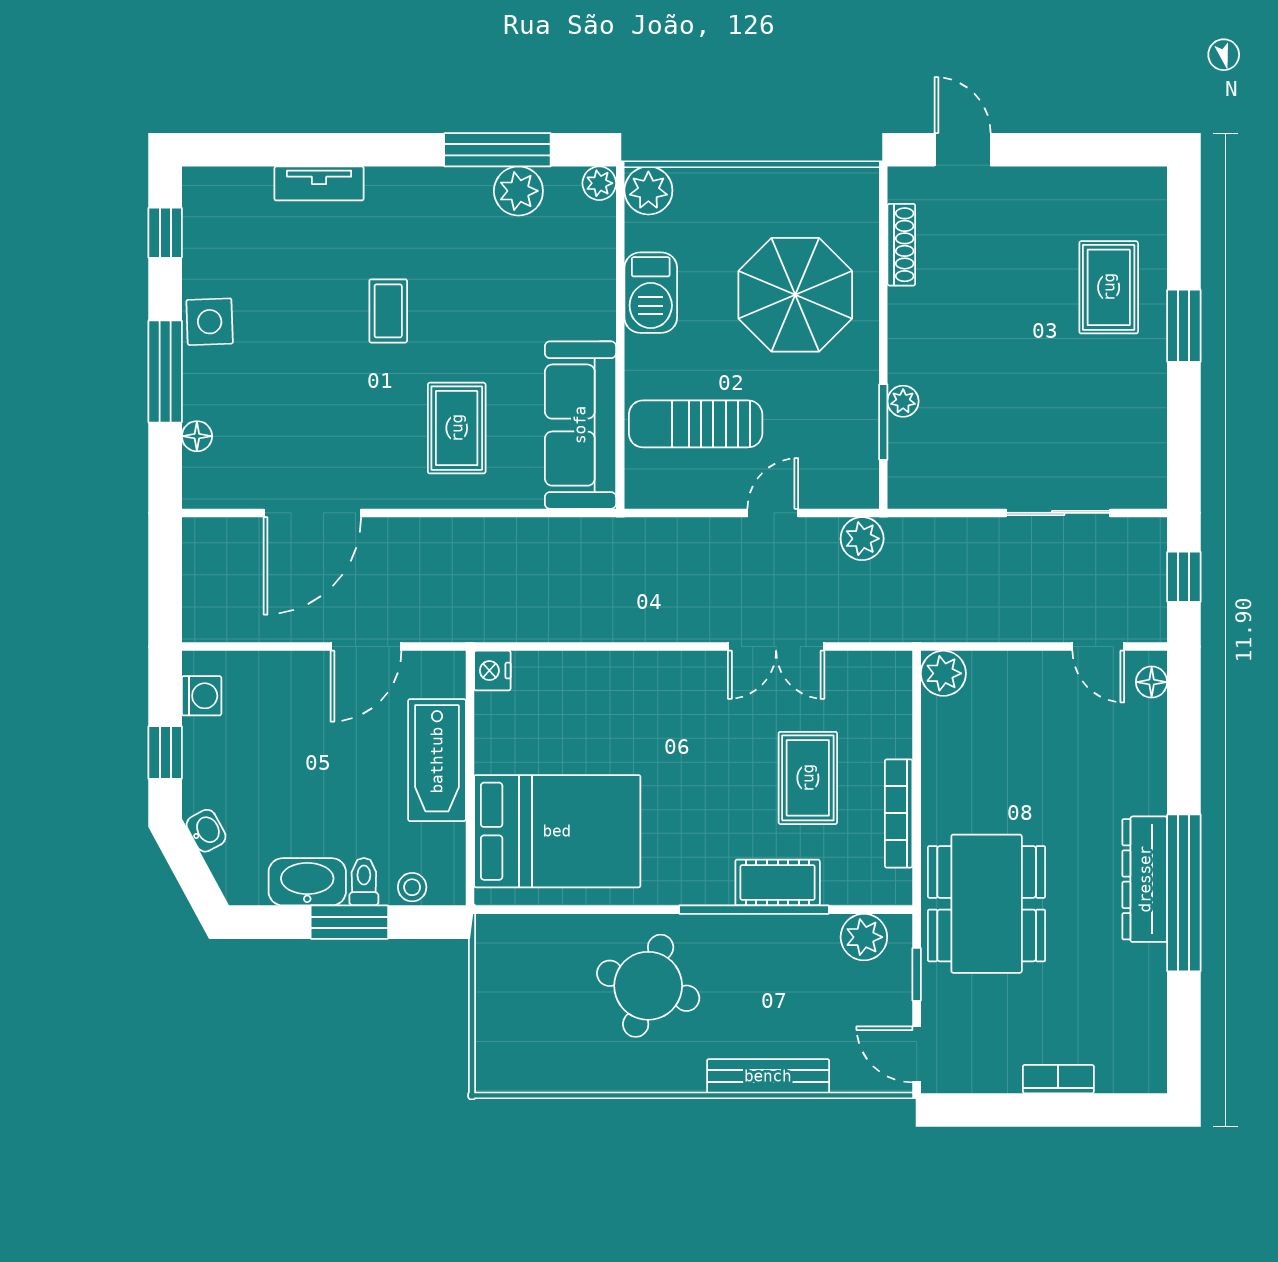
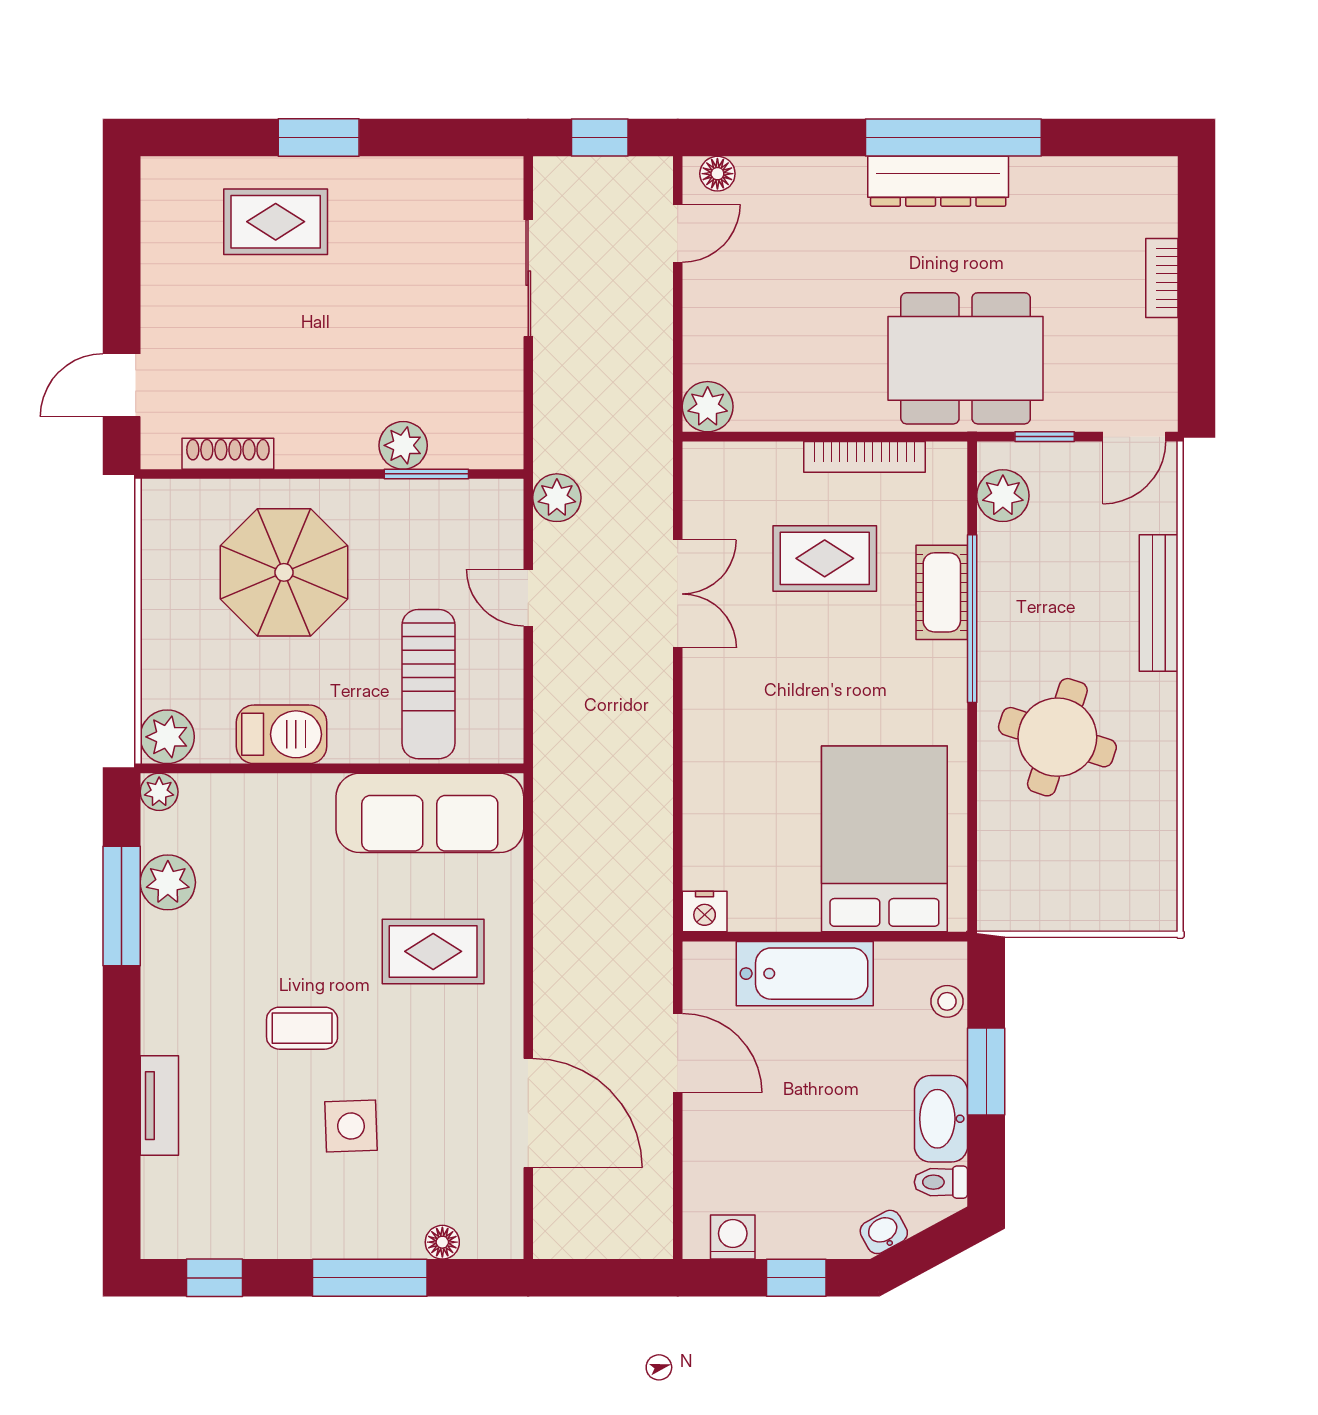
side table: (210, 322) -> (351, 1126), moved
plant: (903, 401) -> (403, 445), width x1.38, depth x1.38
toilet: (364, 882) -> (941, 1182), moved

